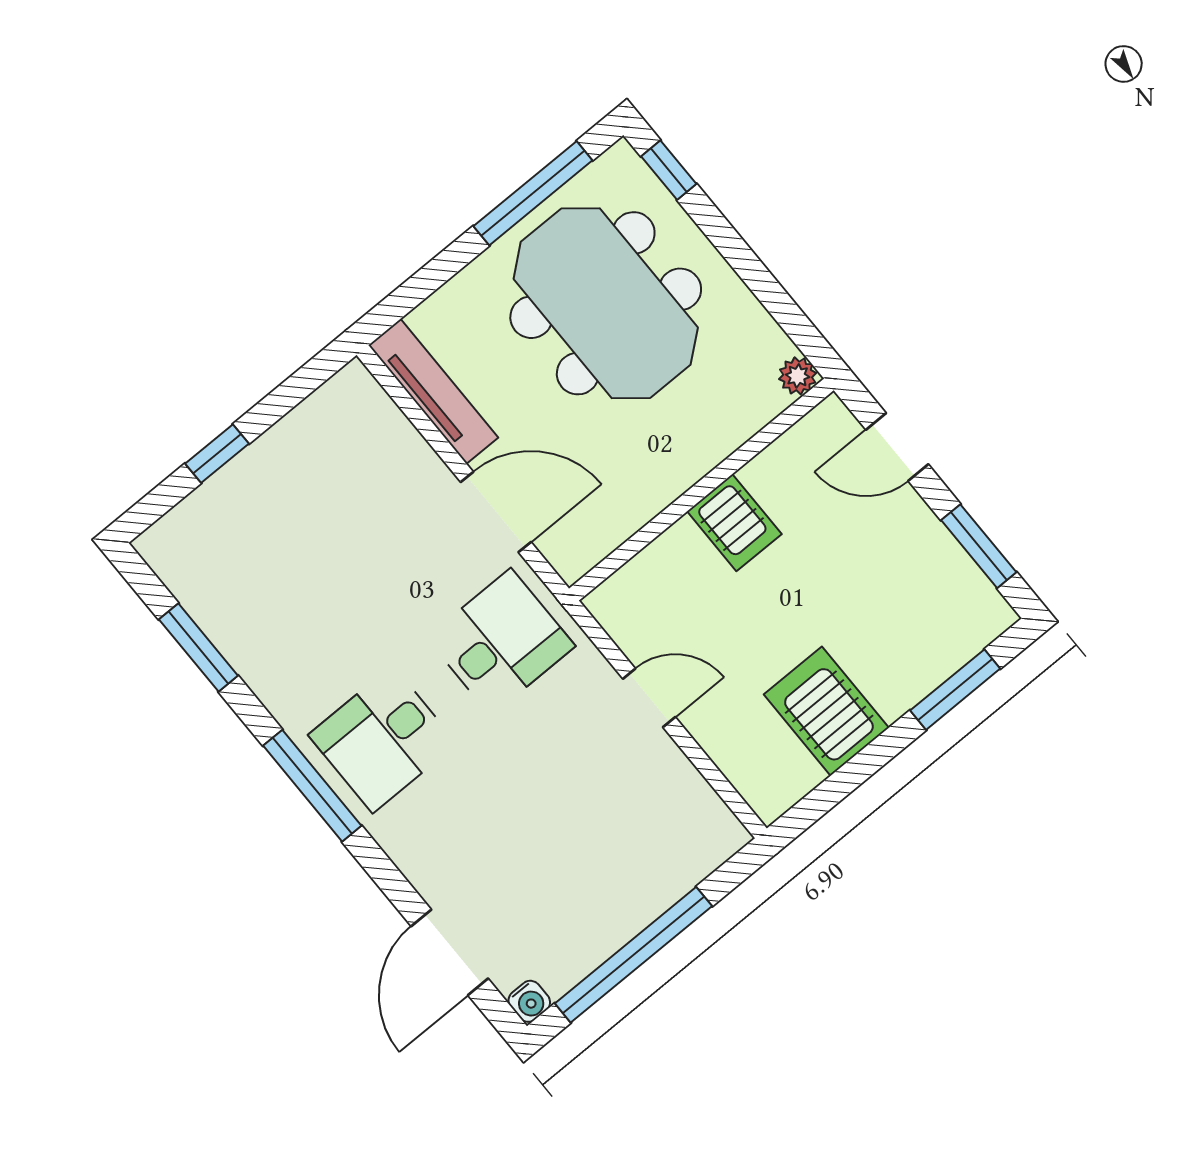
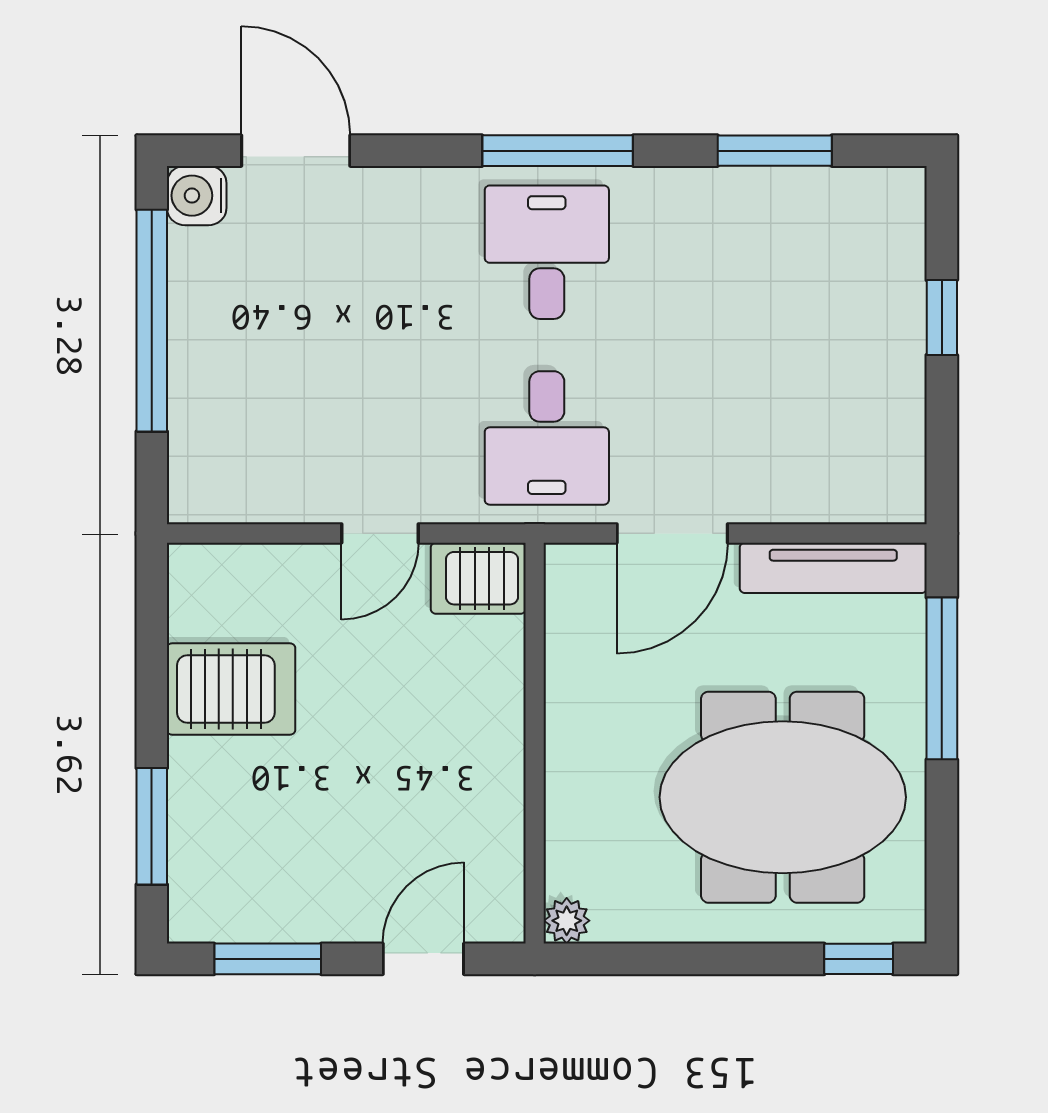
window: (533, 193) -> (942, 678), moved
server rack: (734, 523) -> (478, 578), moved
water cooler: (529, 1001) -> (197, 196), width x1.38, depth x1.38

